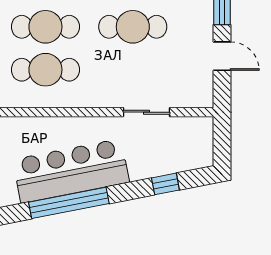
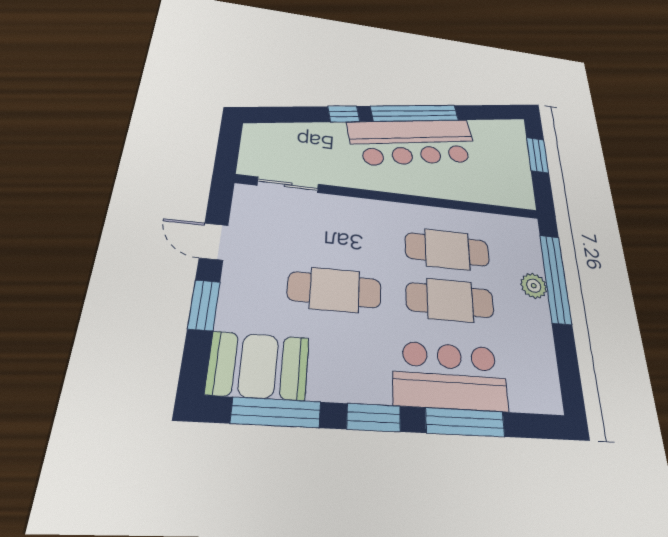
sliding door: (147, 112) -> (288, 185), moved
window: (165, 184) -> (344, 114), moved

